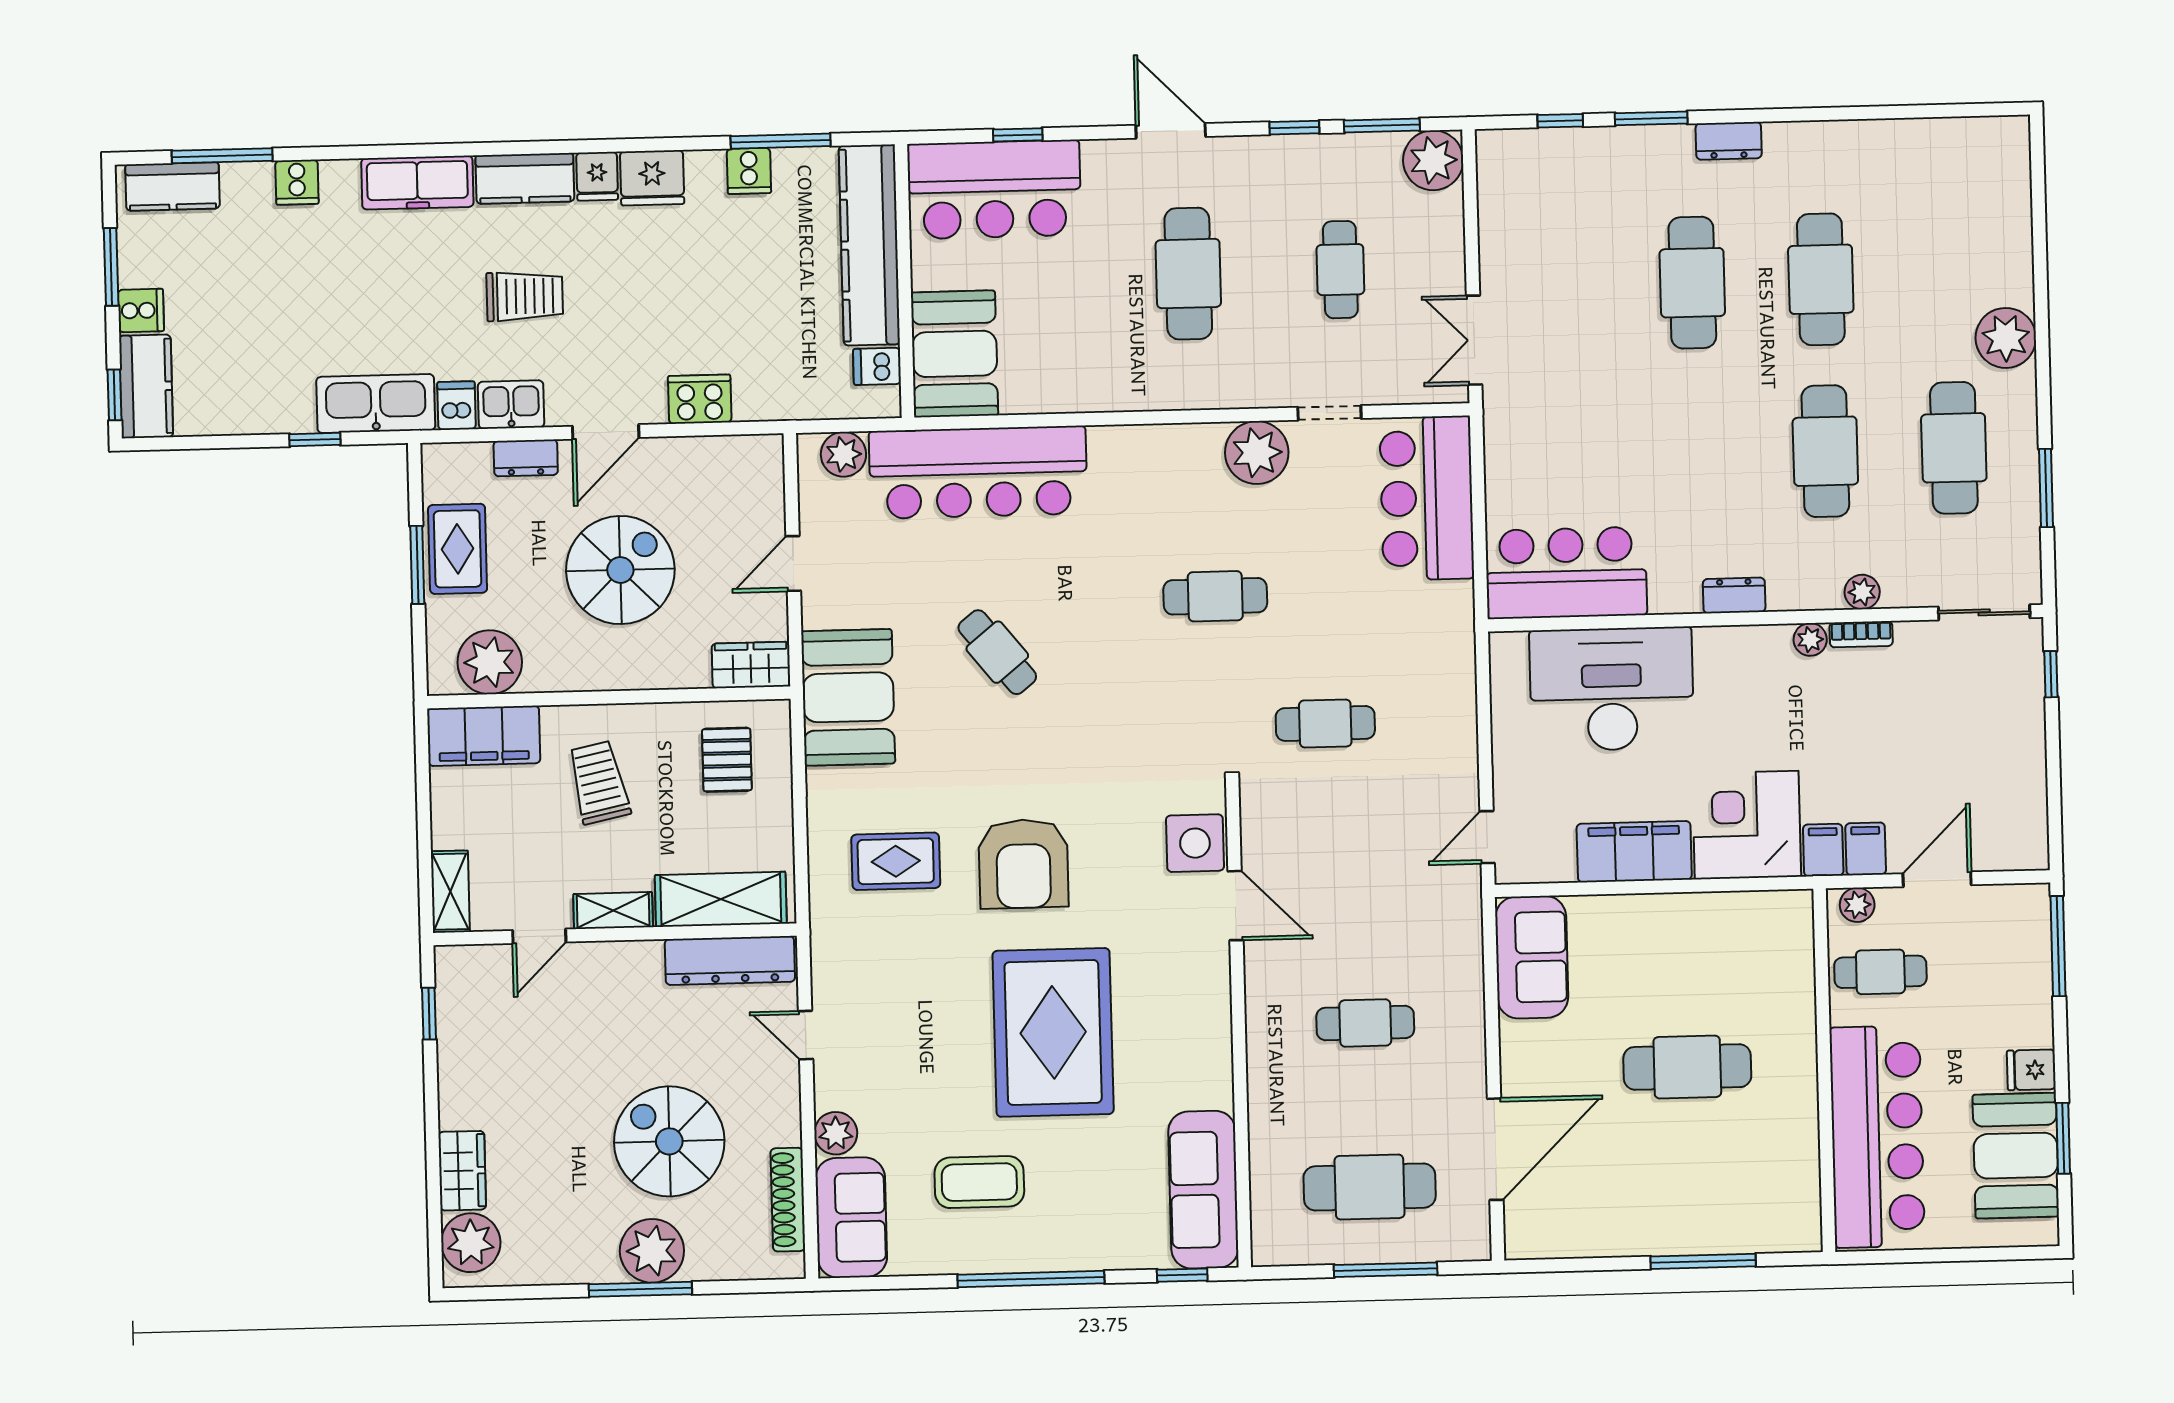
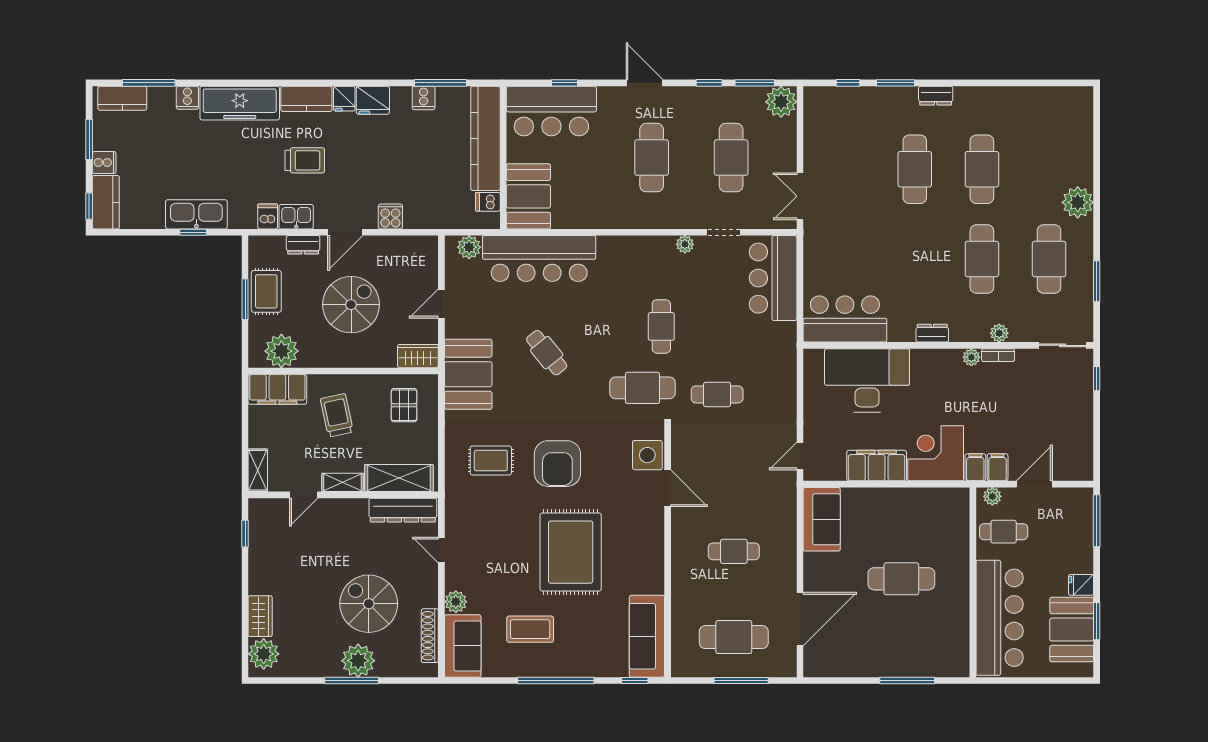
freezer: (417, 183) -> (240, 103), width x1.36, depth x1.26
cafe table: (1340, 270) -> (731, 158), width x1.37, depth x1.35
cooker: (700, 399) -> (390, 216), width x0.73
kitchen sink: (376, 404) -> (196, 214), moved
plant: (1257, 453) -> (685, 244), width x0.53, depth x0.53
cafe table: (1215, 596) -> (661, 326), turned 90
cafe table: (1182, 715) -> (642, 388), added

